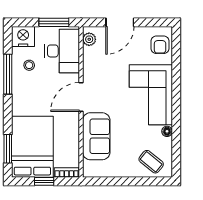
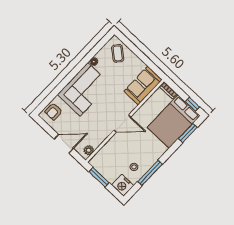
armchair: (160, 45) -> (54, 111), turned 180
desk: (62, 51) -> (109, 158), removed
sofa: (96, 136) -> (143, 85), moved
window: (44, 181) -> (192, 104), moved

